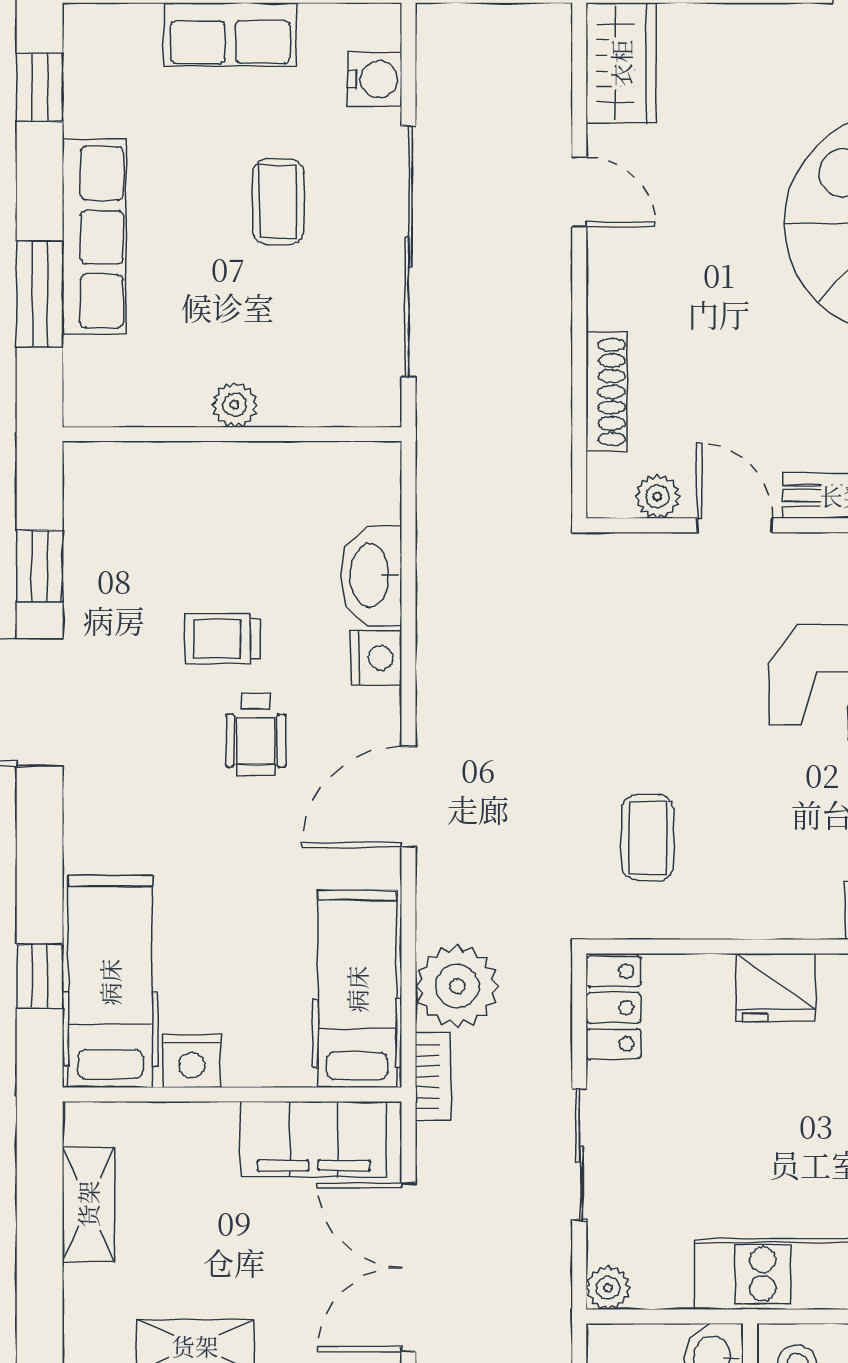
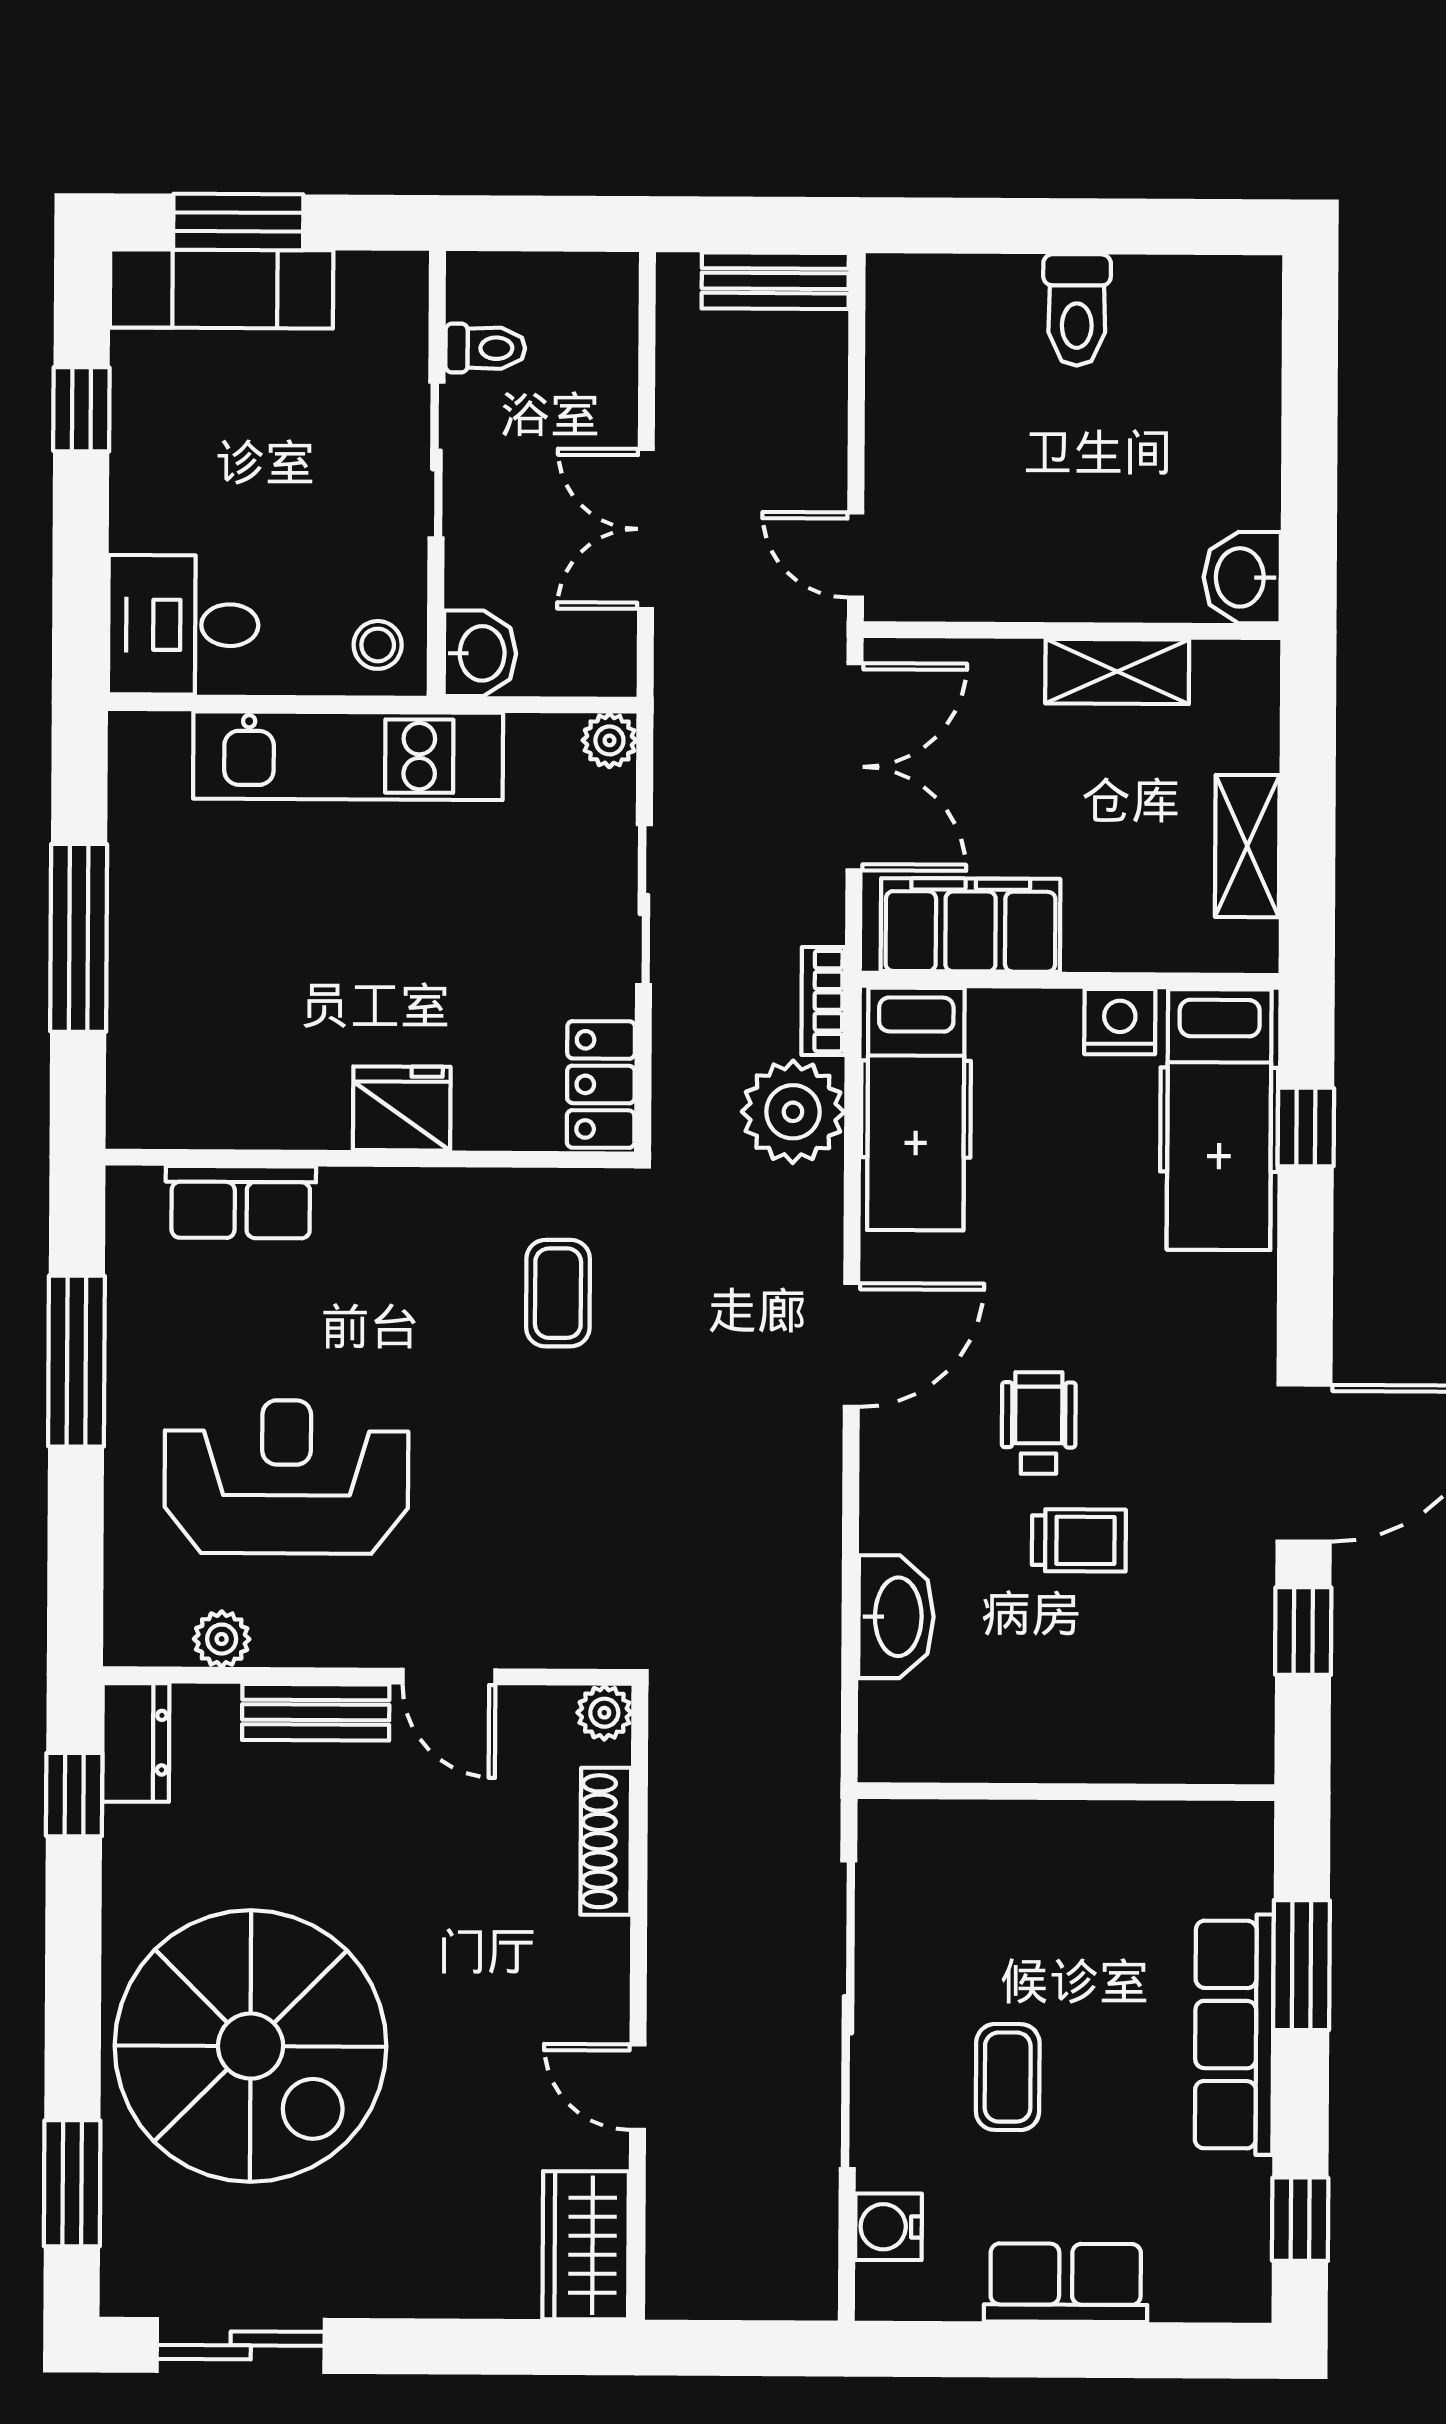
plant: (235, 405) -> (1063, 1828), removed
plant: (657, 496) -> (604, 1713), moved
nightstand: (376, 658) -> (890, 1516), removed

